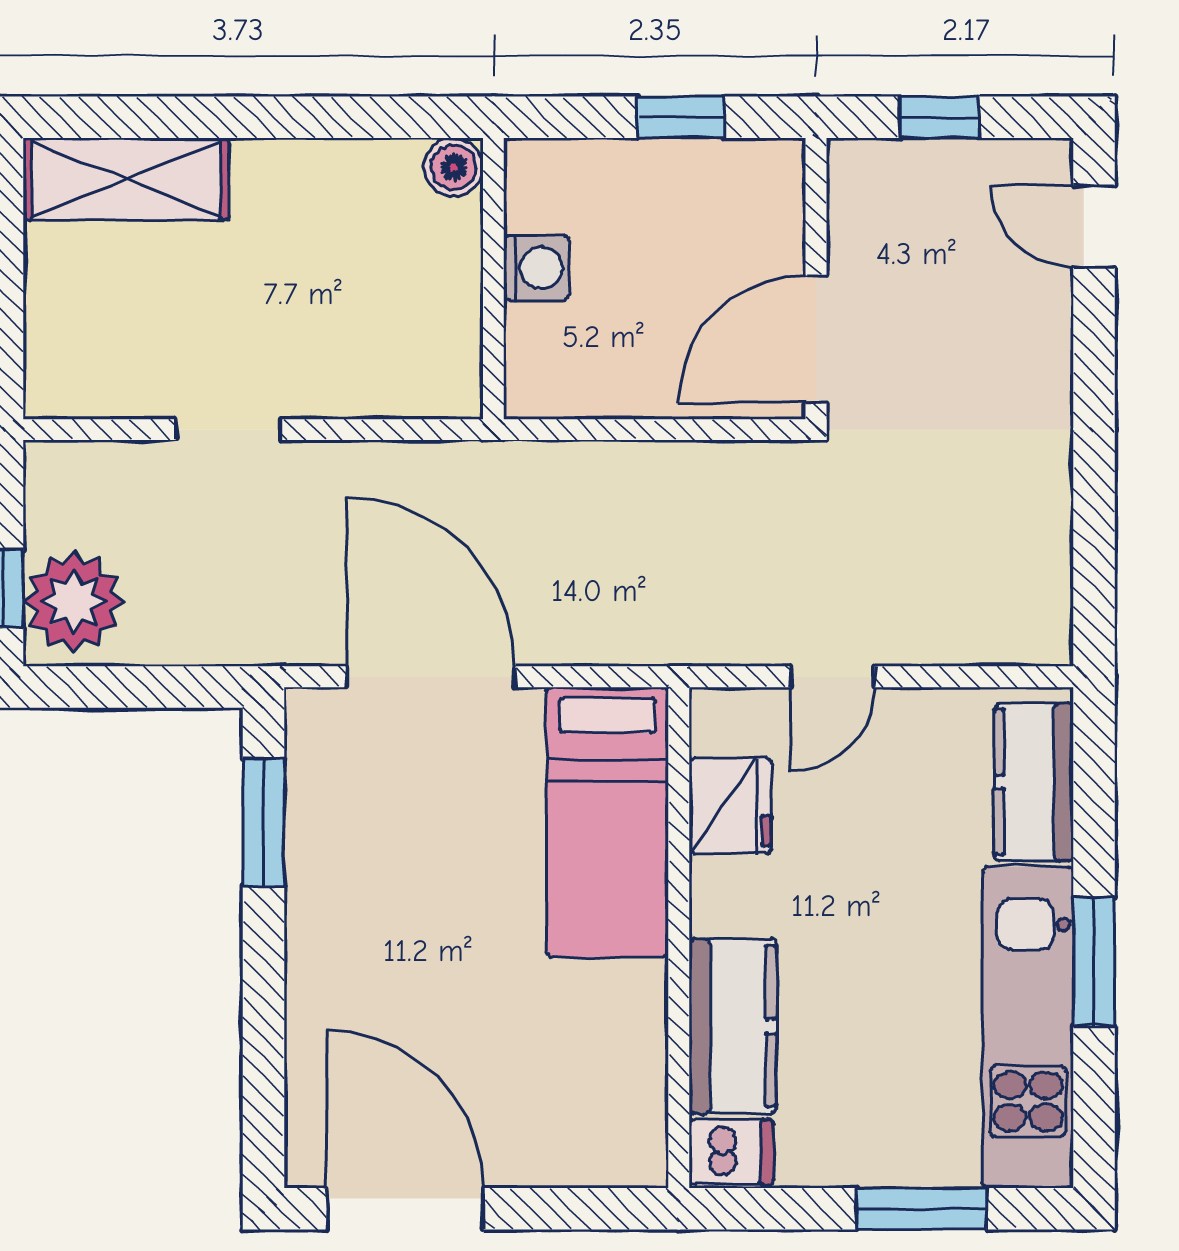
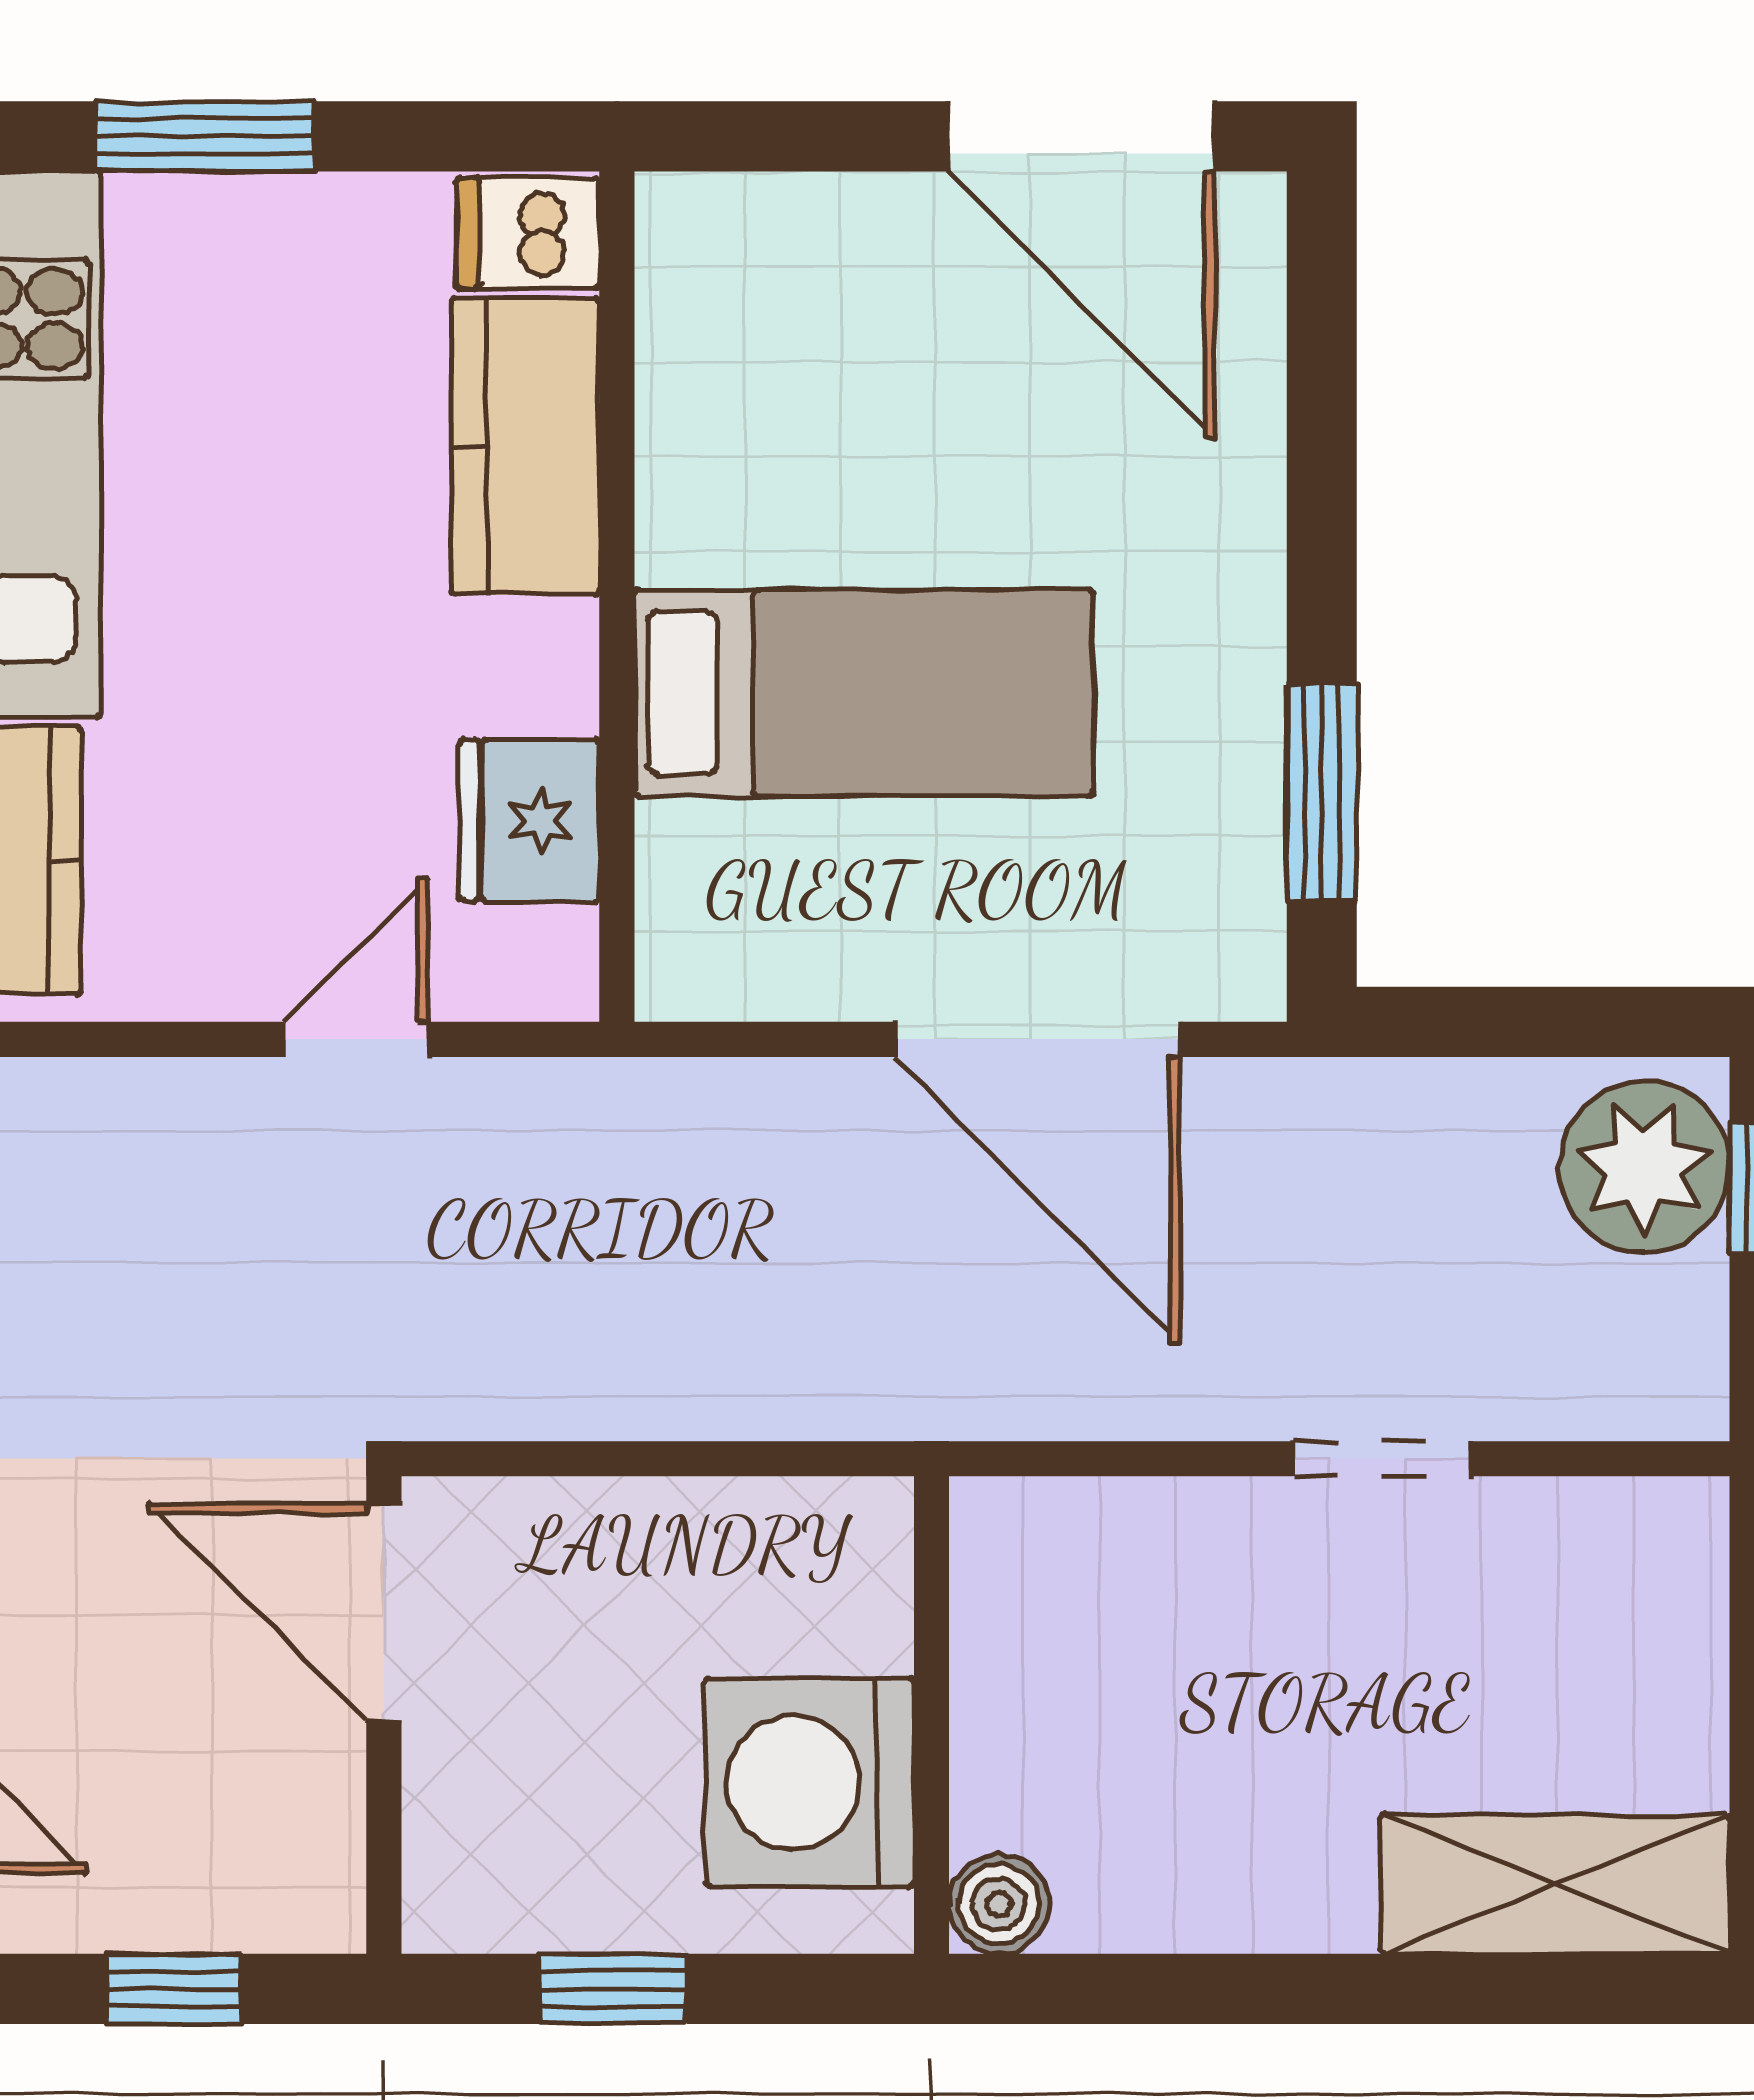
washing machine: (536, 268) -> (810, 1782), width x1.89, depth x1.89
door: (816, 339) -> (384, 1612), swing flipped
bed: (608, 822) -> (864, 693), moved, turned 90

